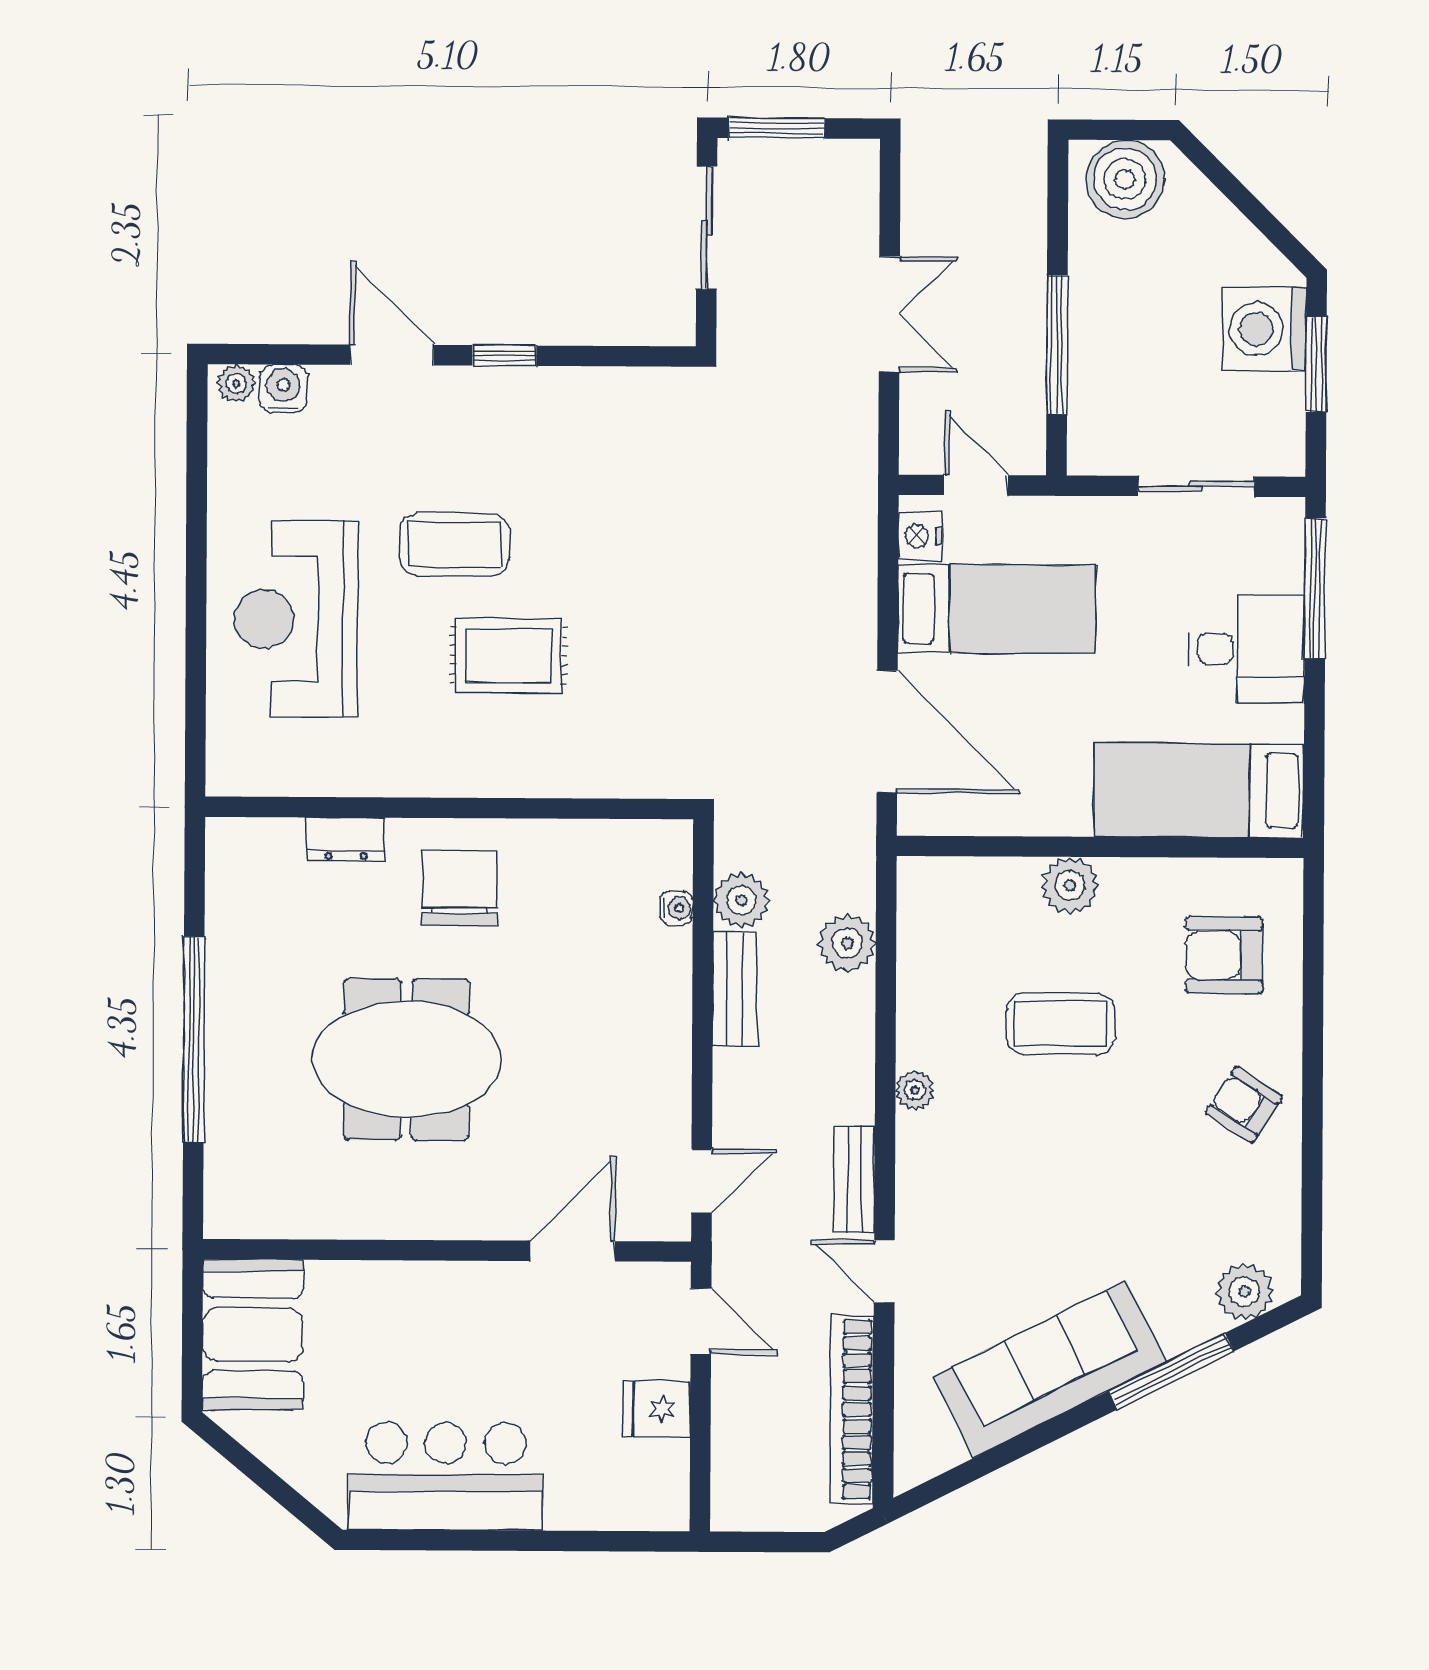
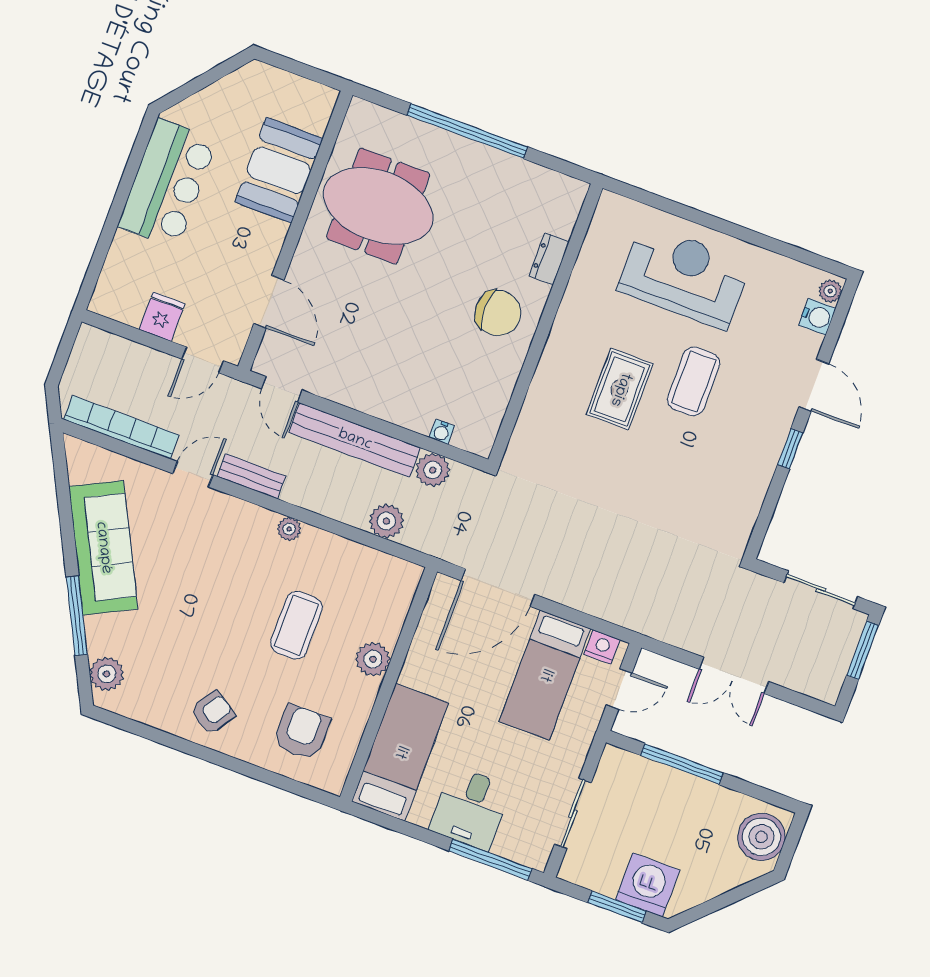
door: (392, 355) -> (814, 385), hinge flipped
bench: (735, 989) -> (355, 440), width x1.86, depth x1.21
meeting table: (406, 1059) -> (378, 206), moved, turned 90
booth: (253, 1335) -> (279, 170), moved, turned 90

